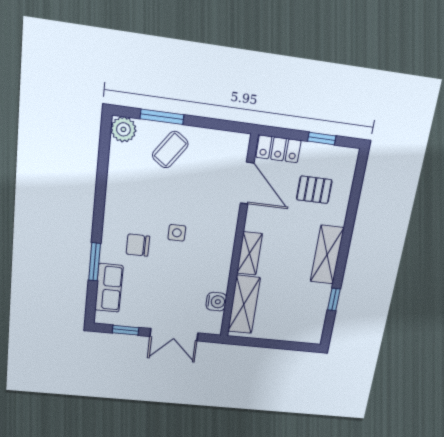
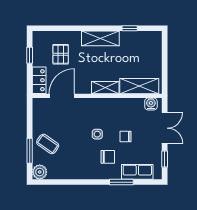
chair: (138, 245) -> (108, 157), turned -90
chair: (168, 276) -> (126, 137), added
water cooler: (216, 302) -> (151, 104), moved

